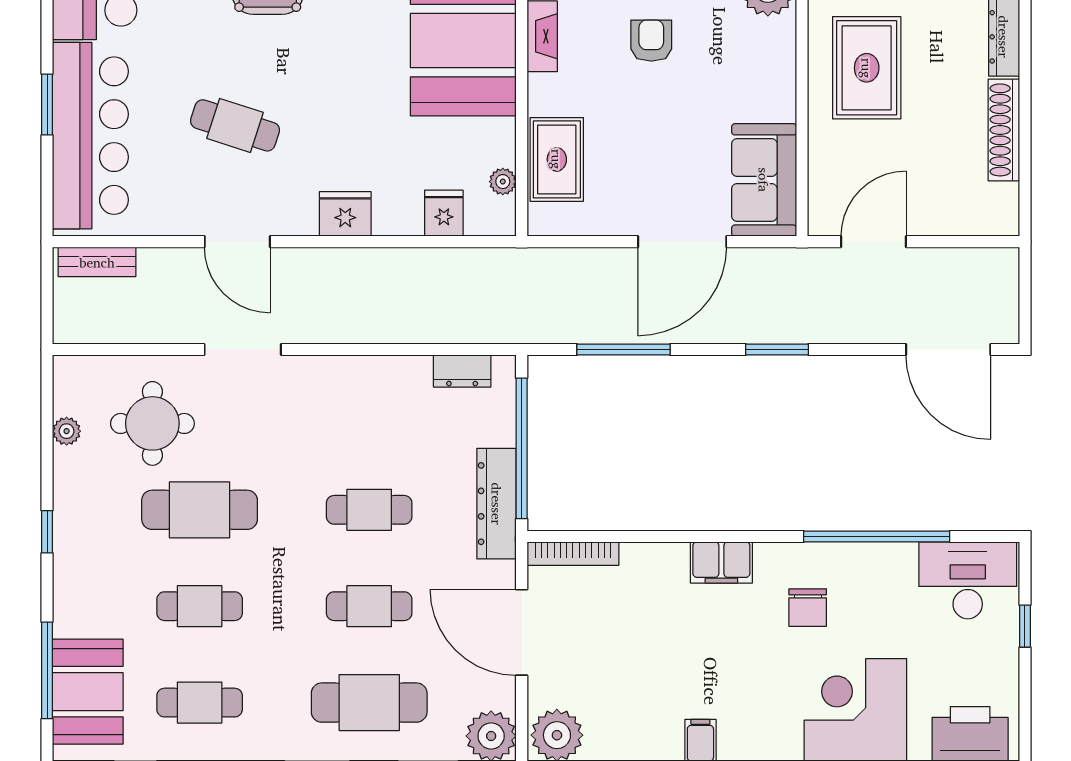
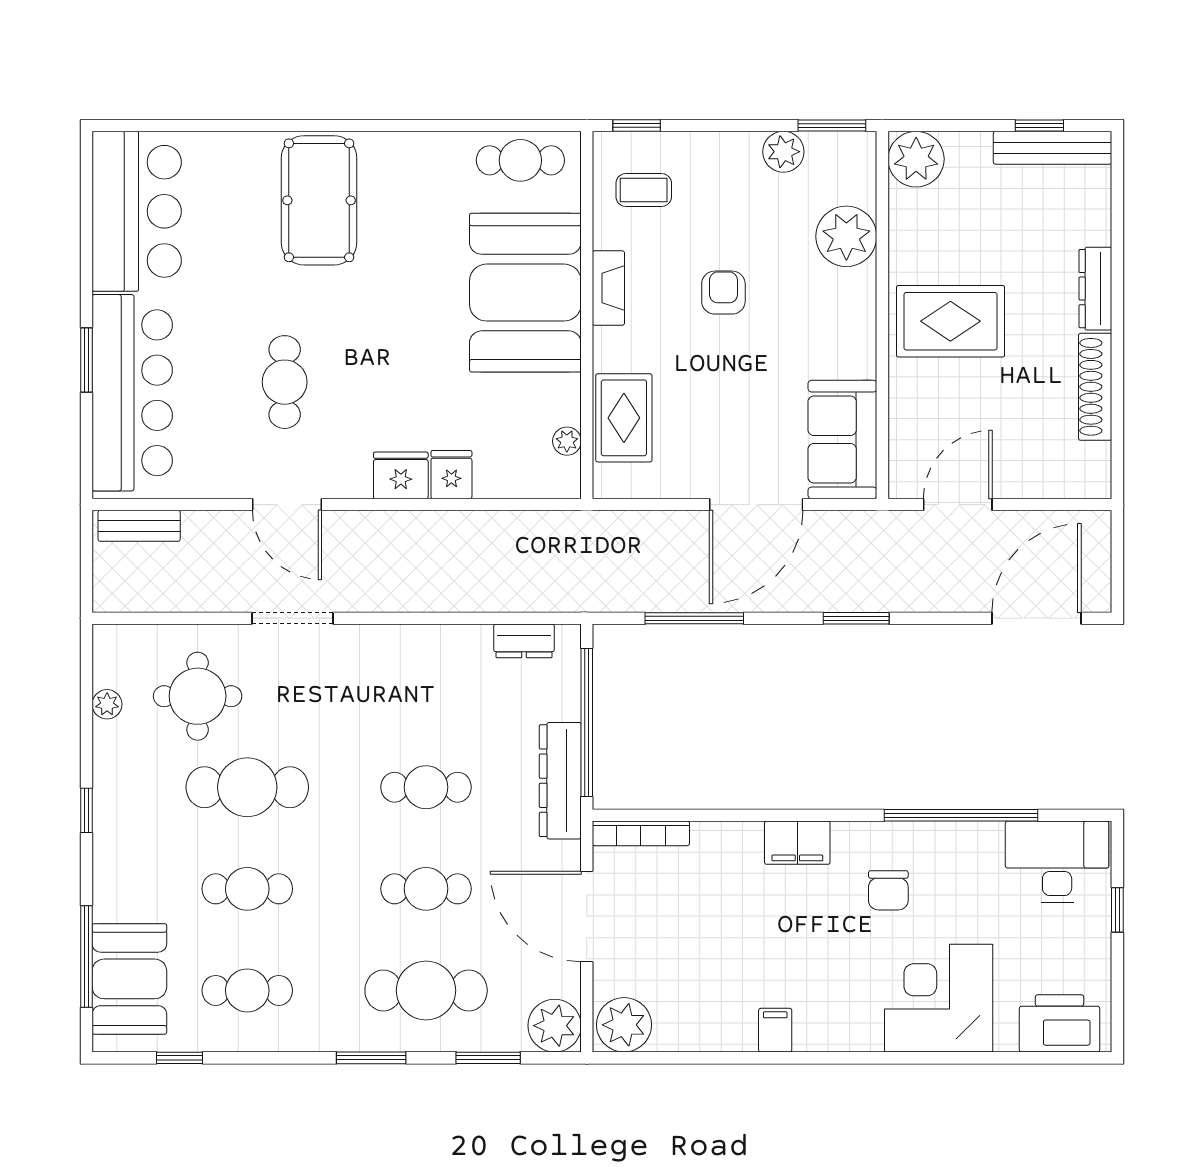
rug: (867, 68) -> (950, 321), turned 90
cafe table: (235, 125) -> (285, 382), turned 72
fridge: (444, 213) -> (451, 475), moved
door: (948, 349) -> (1037, 618), swing flipped

